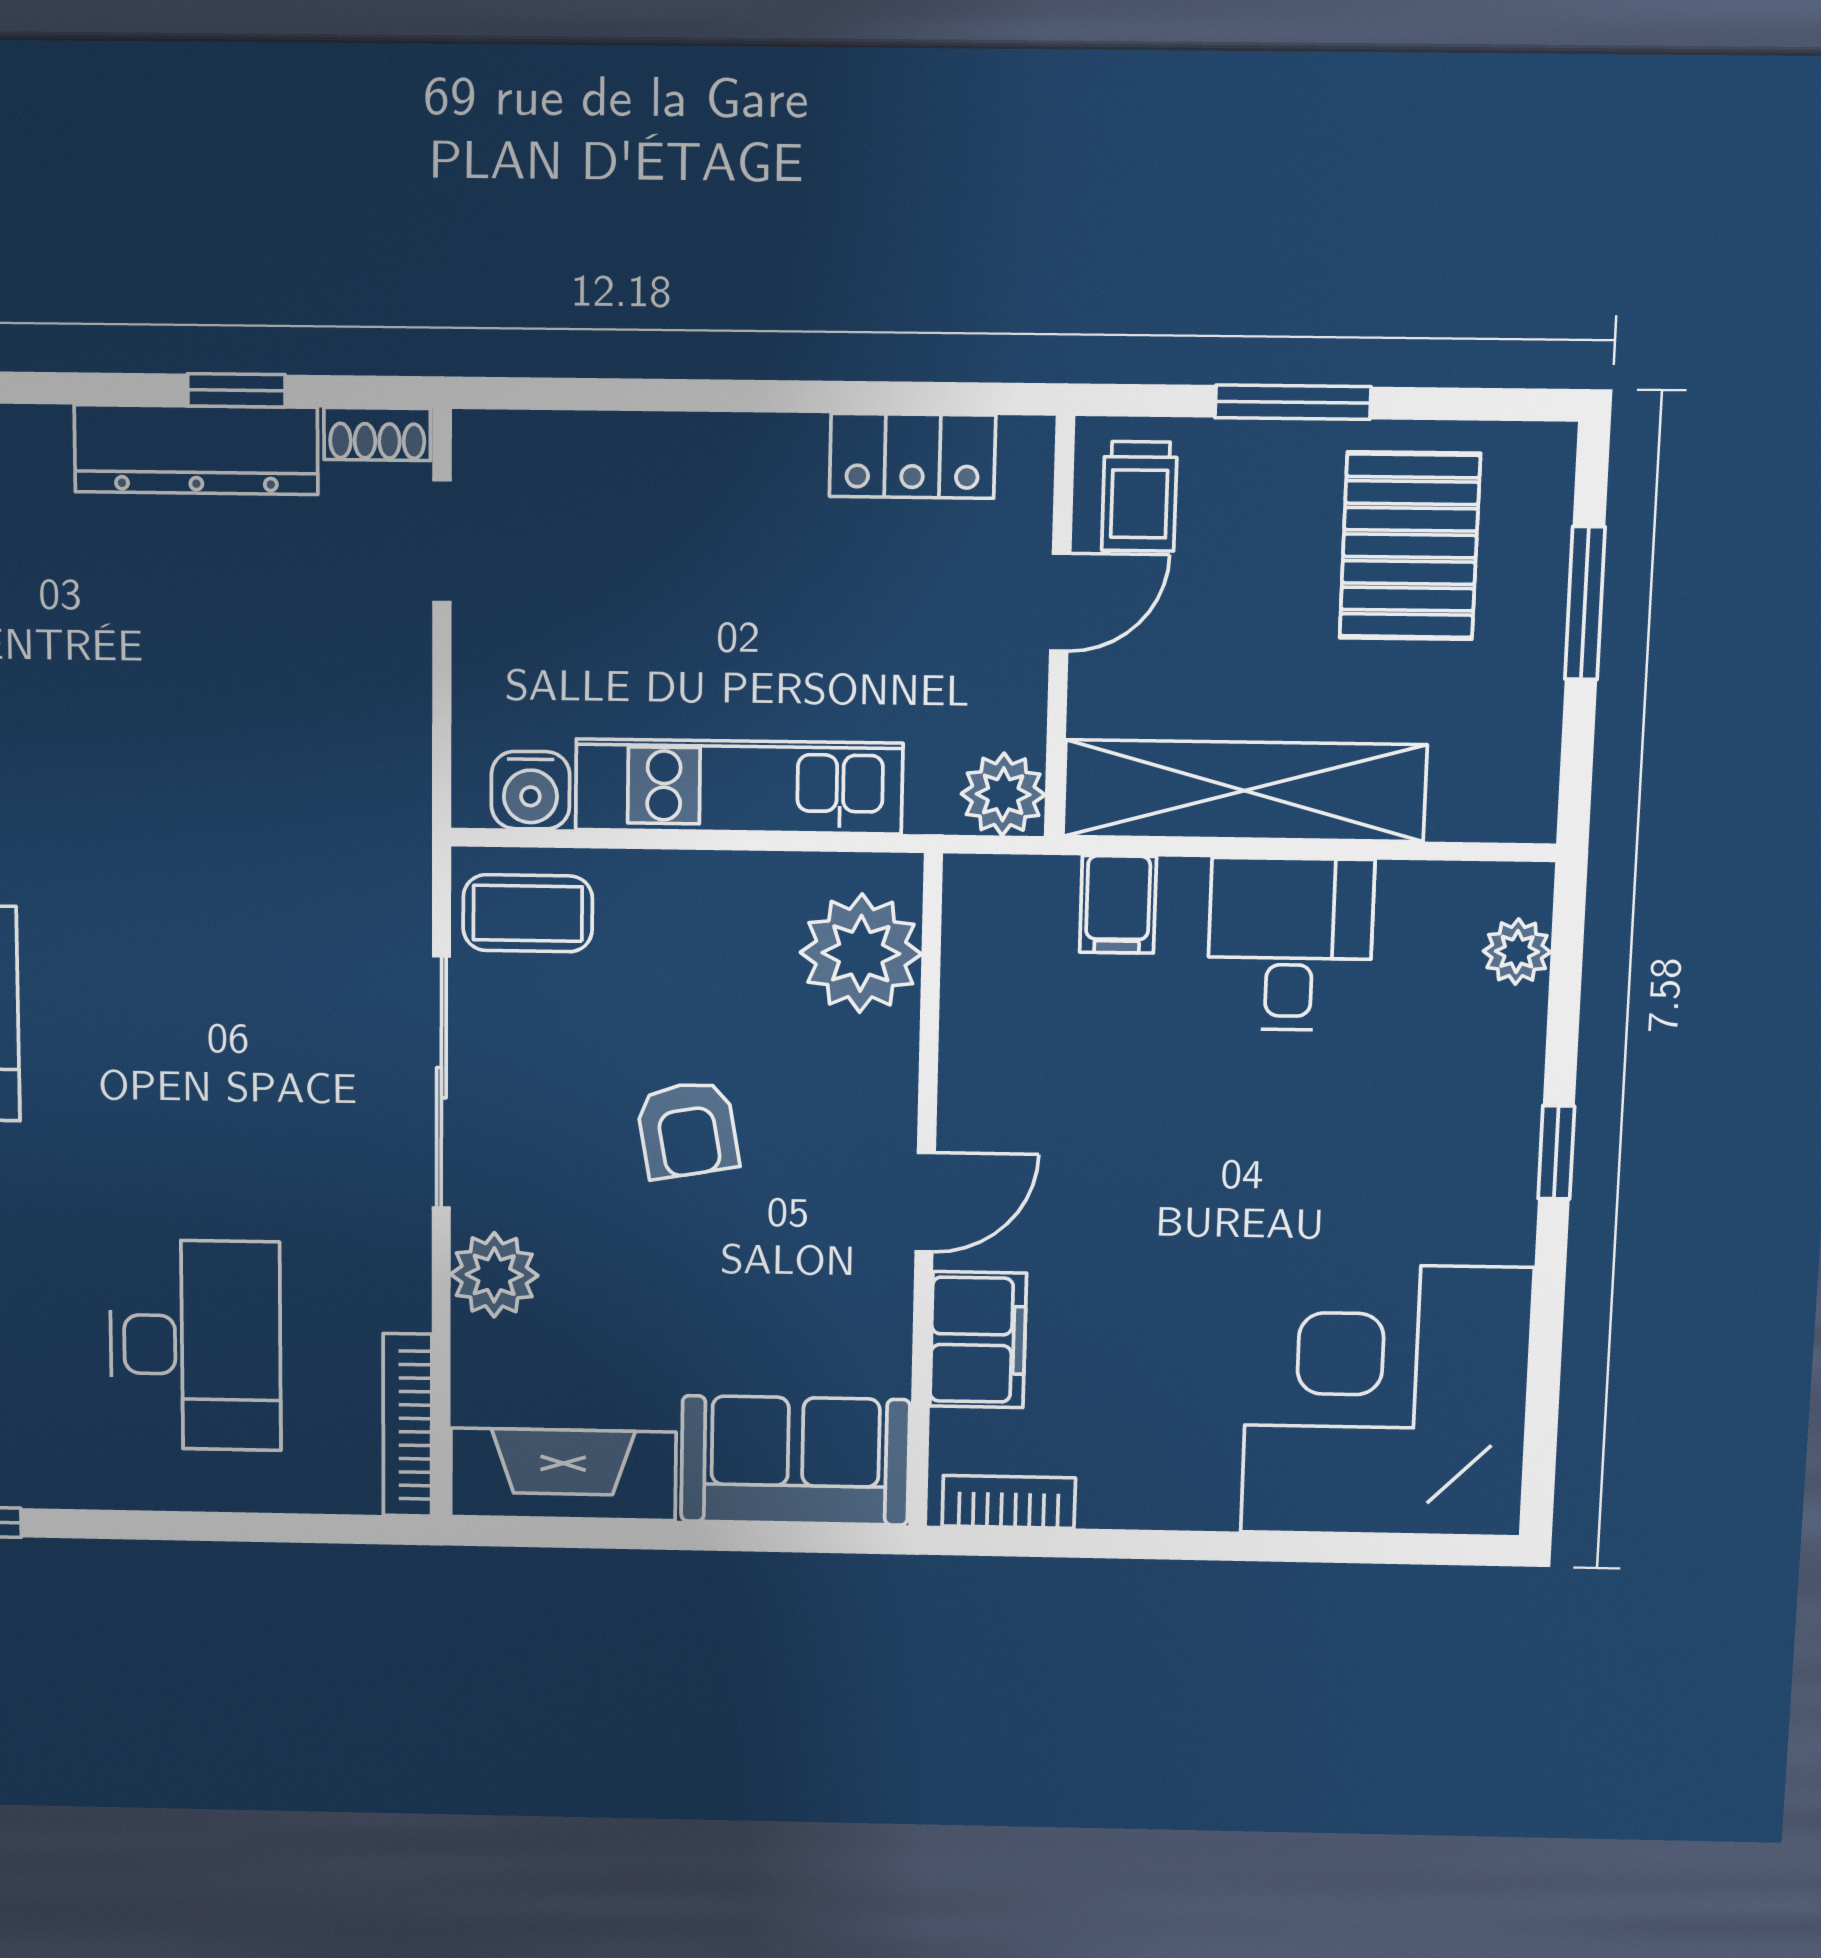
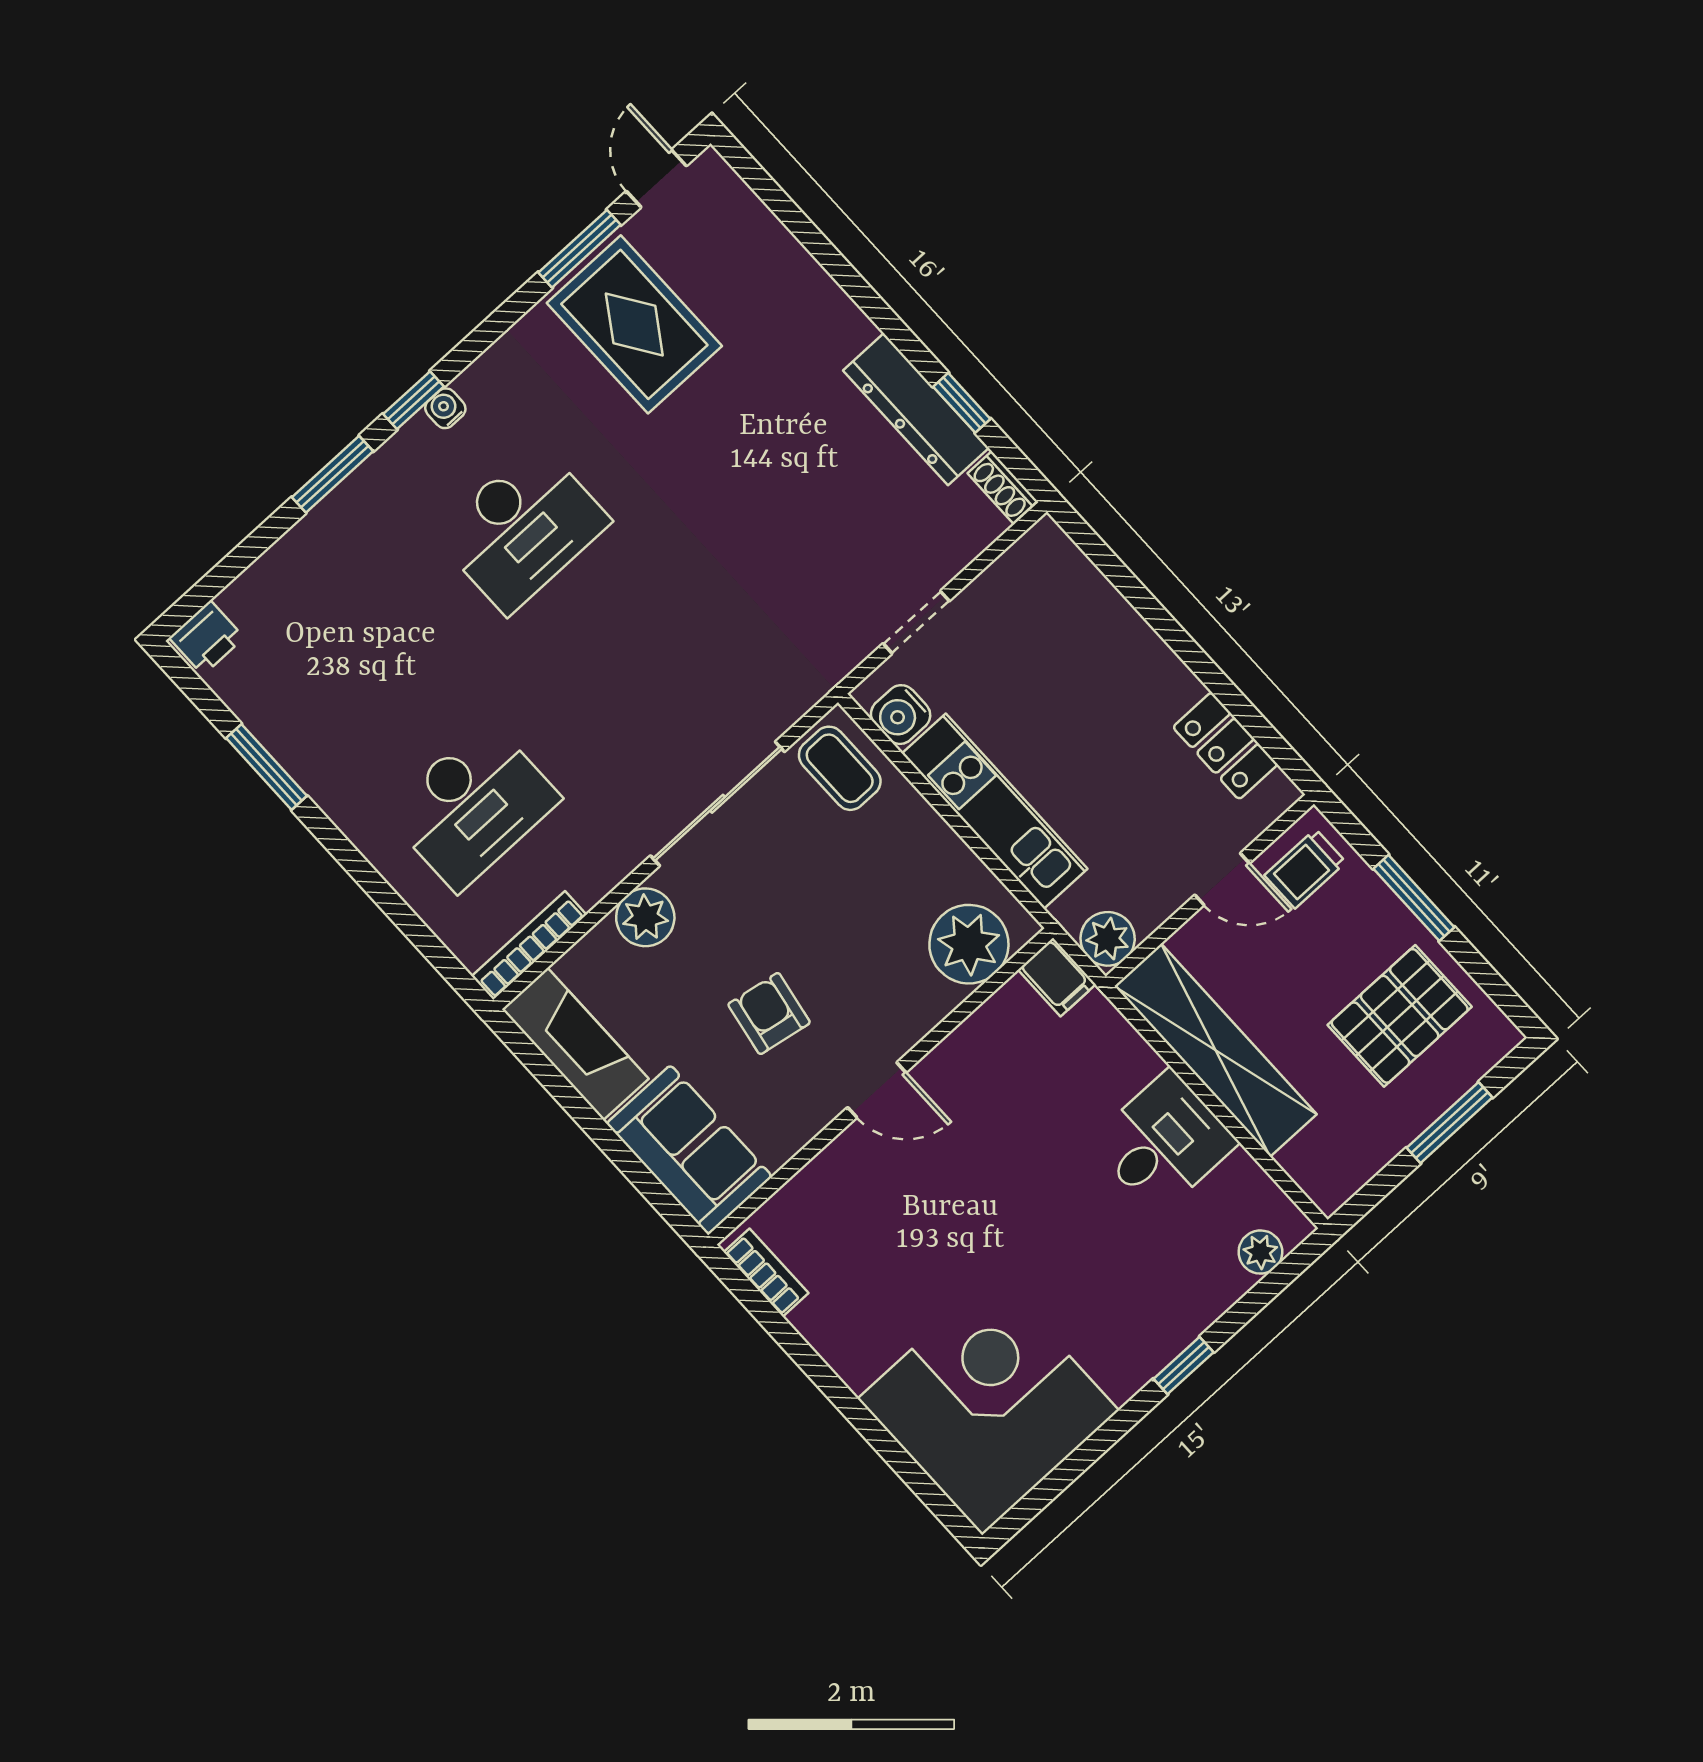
doorway: (442, 541) -> (916, 622), moved
filing cabinet: (1118, 904) -> (1057, 977), moved, turned -90
armchair: (687, 1129) -> (769, 1013), moved, turned 110
filing cabinet: (978, 1340) -> (833, 1180), removed

